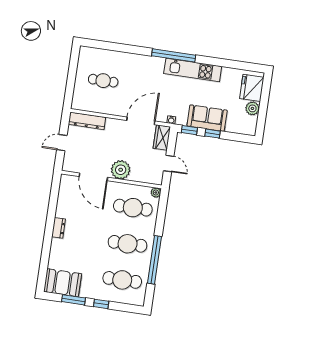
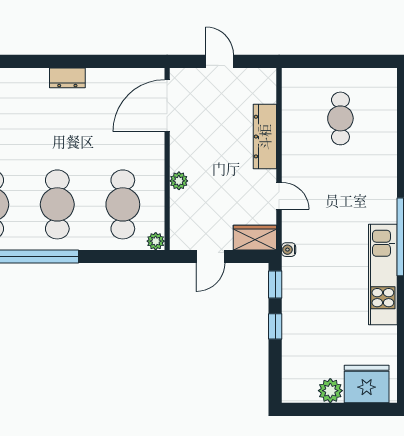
sofa: (207, 118) -> (301, 313), removed
dresser: (87, 121) -> (265, 137), moved
door: (141, 121) -> (279, 196), width x0.53
plant: (121, 170) -> (179, 181), width x0.53, depth x0.53
door: (93, 177) -> (167, 106), moved

